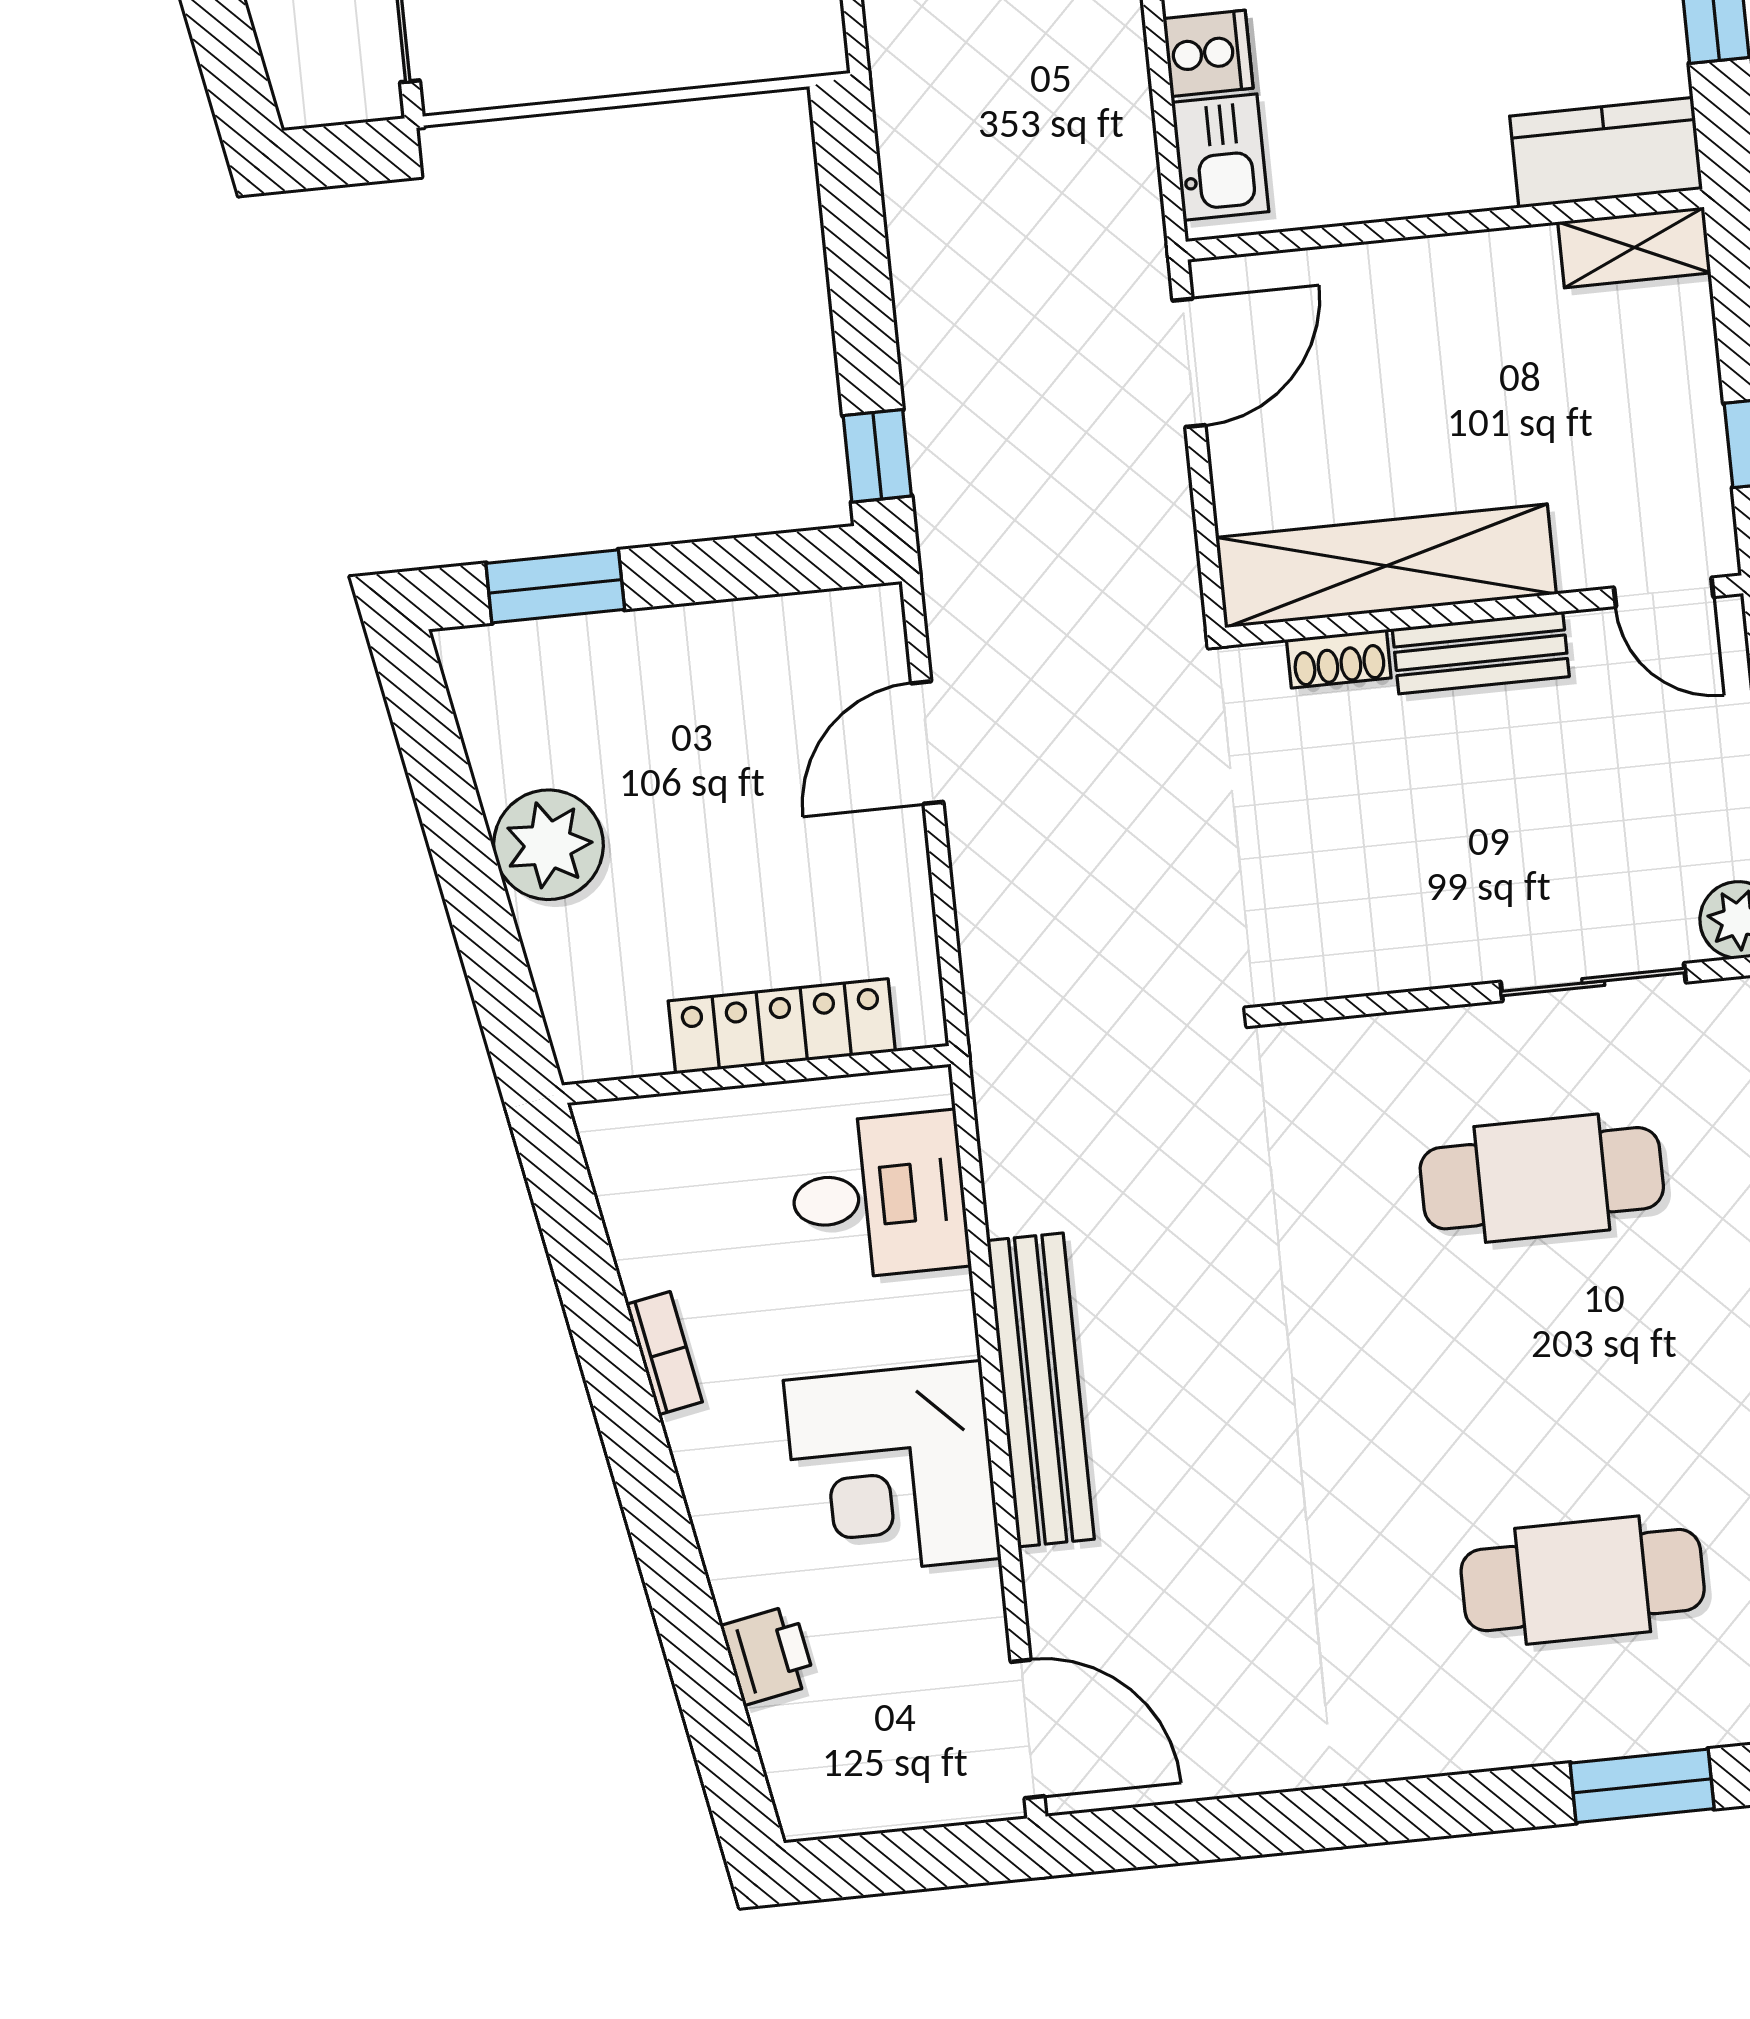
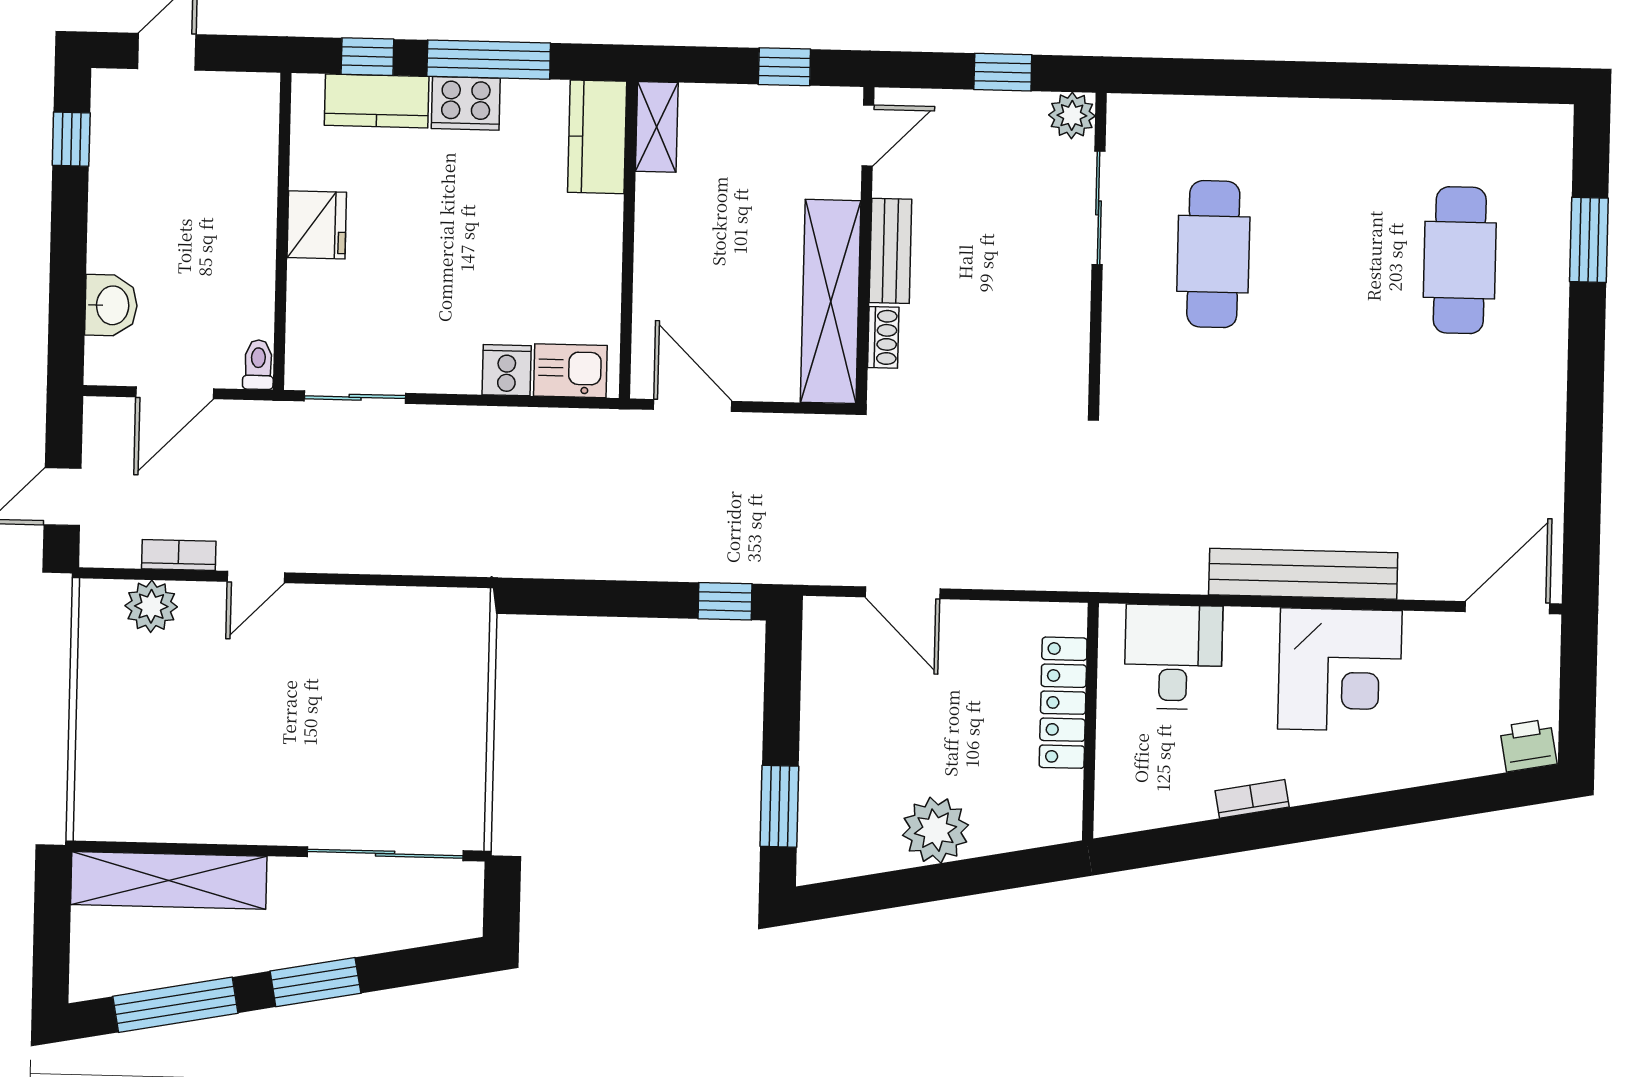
printer: (768, 1655) -> (1528, 745), moved

